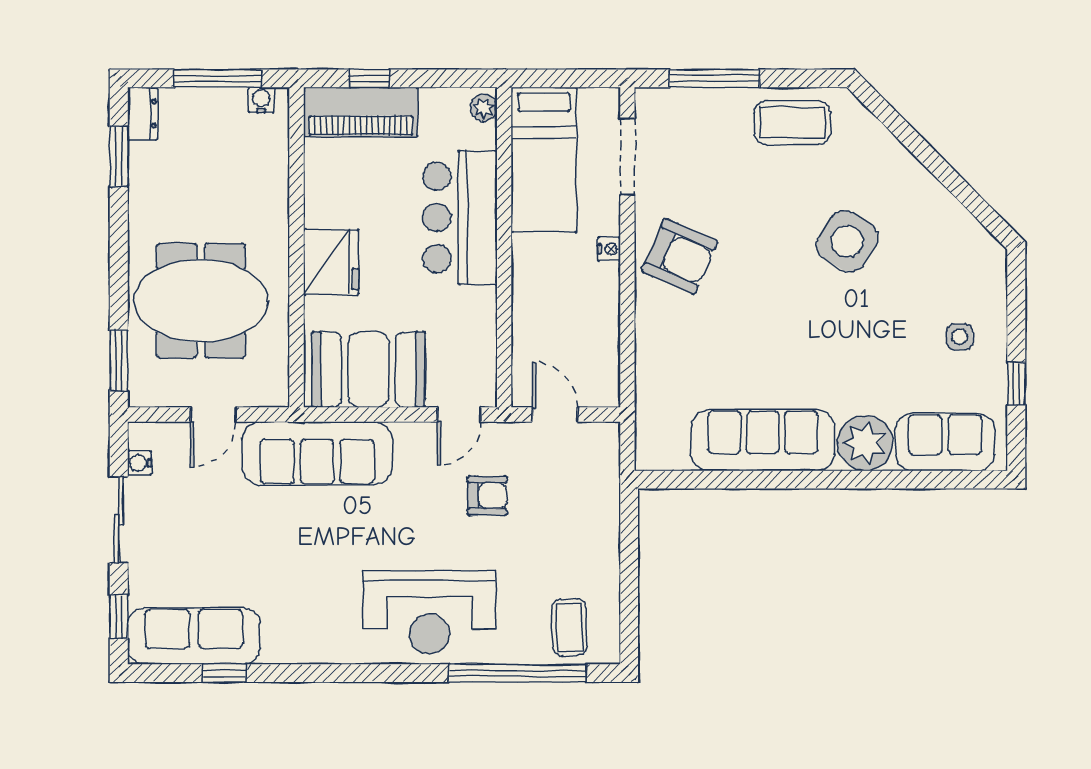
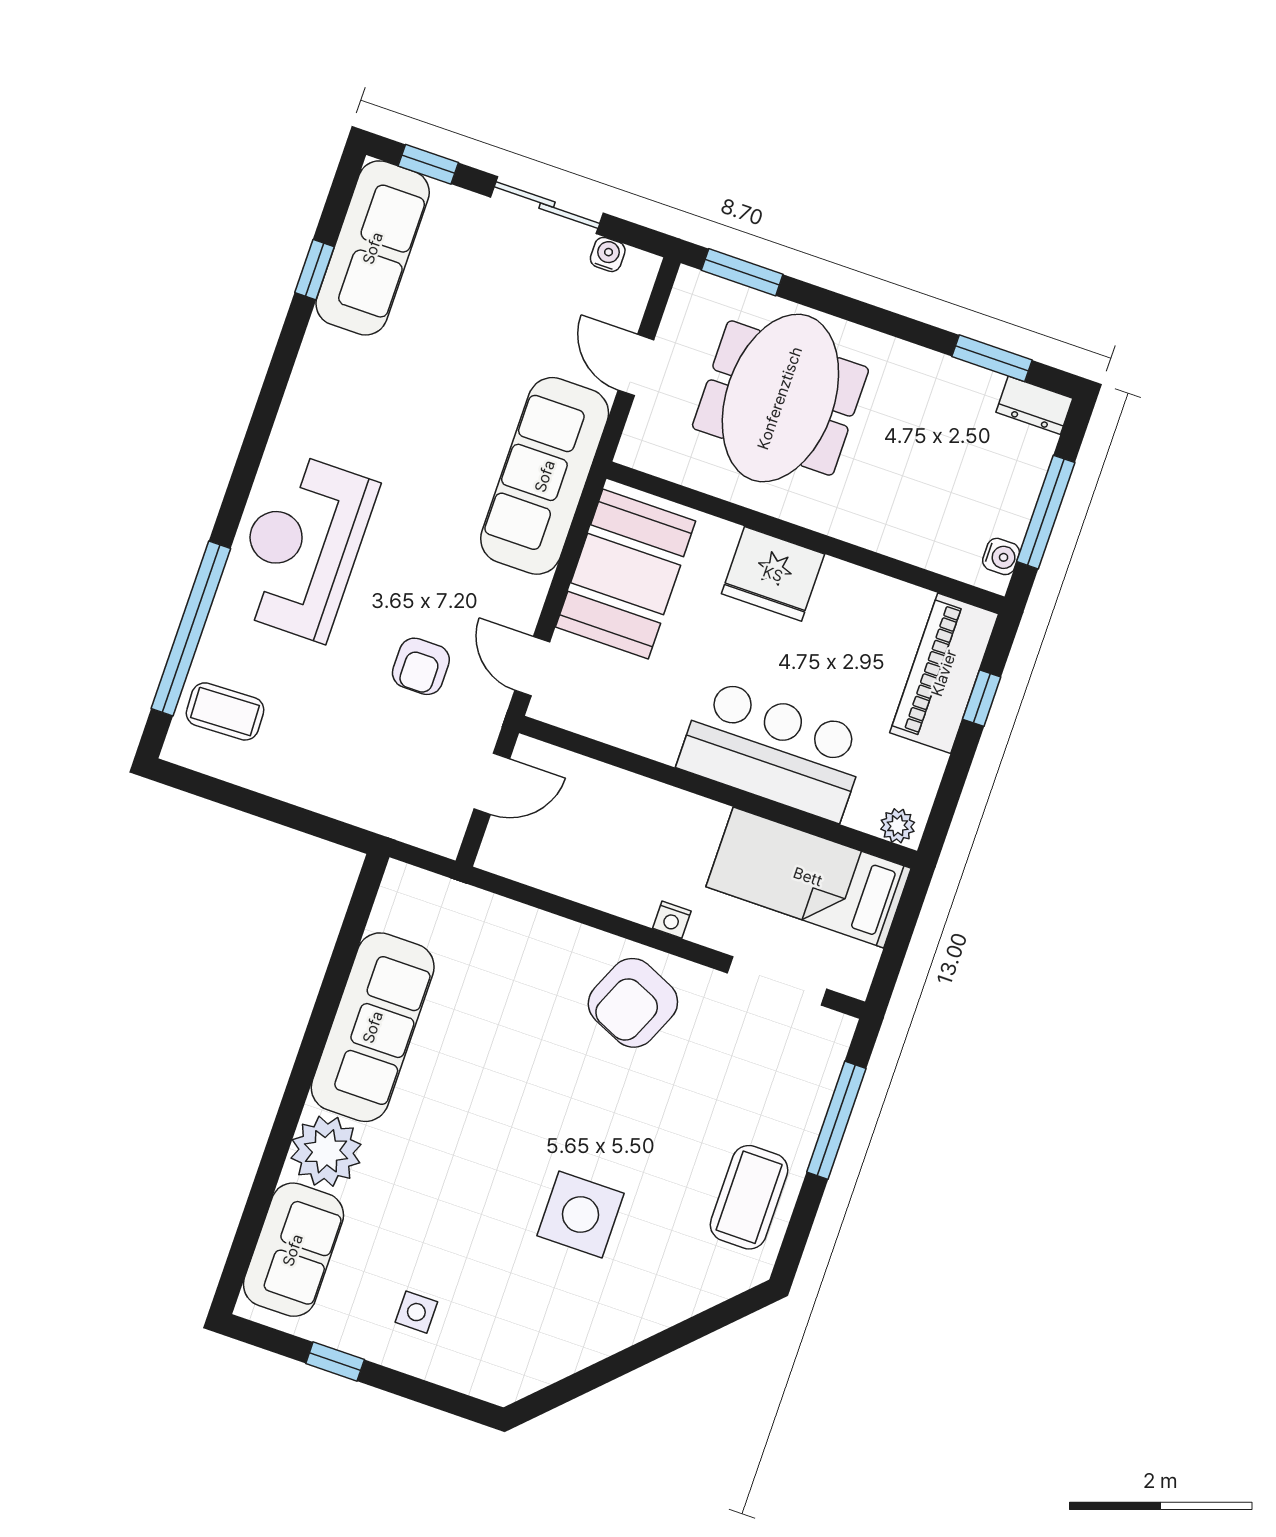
side table: (847, 241) -> (580, 1214), turned -33

